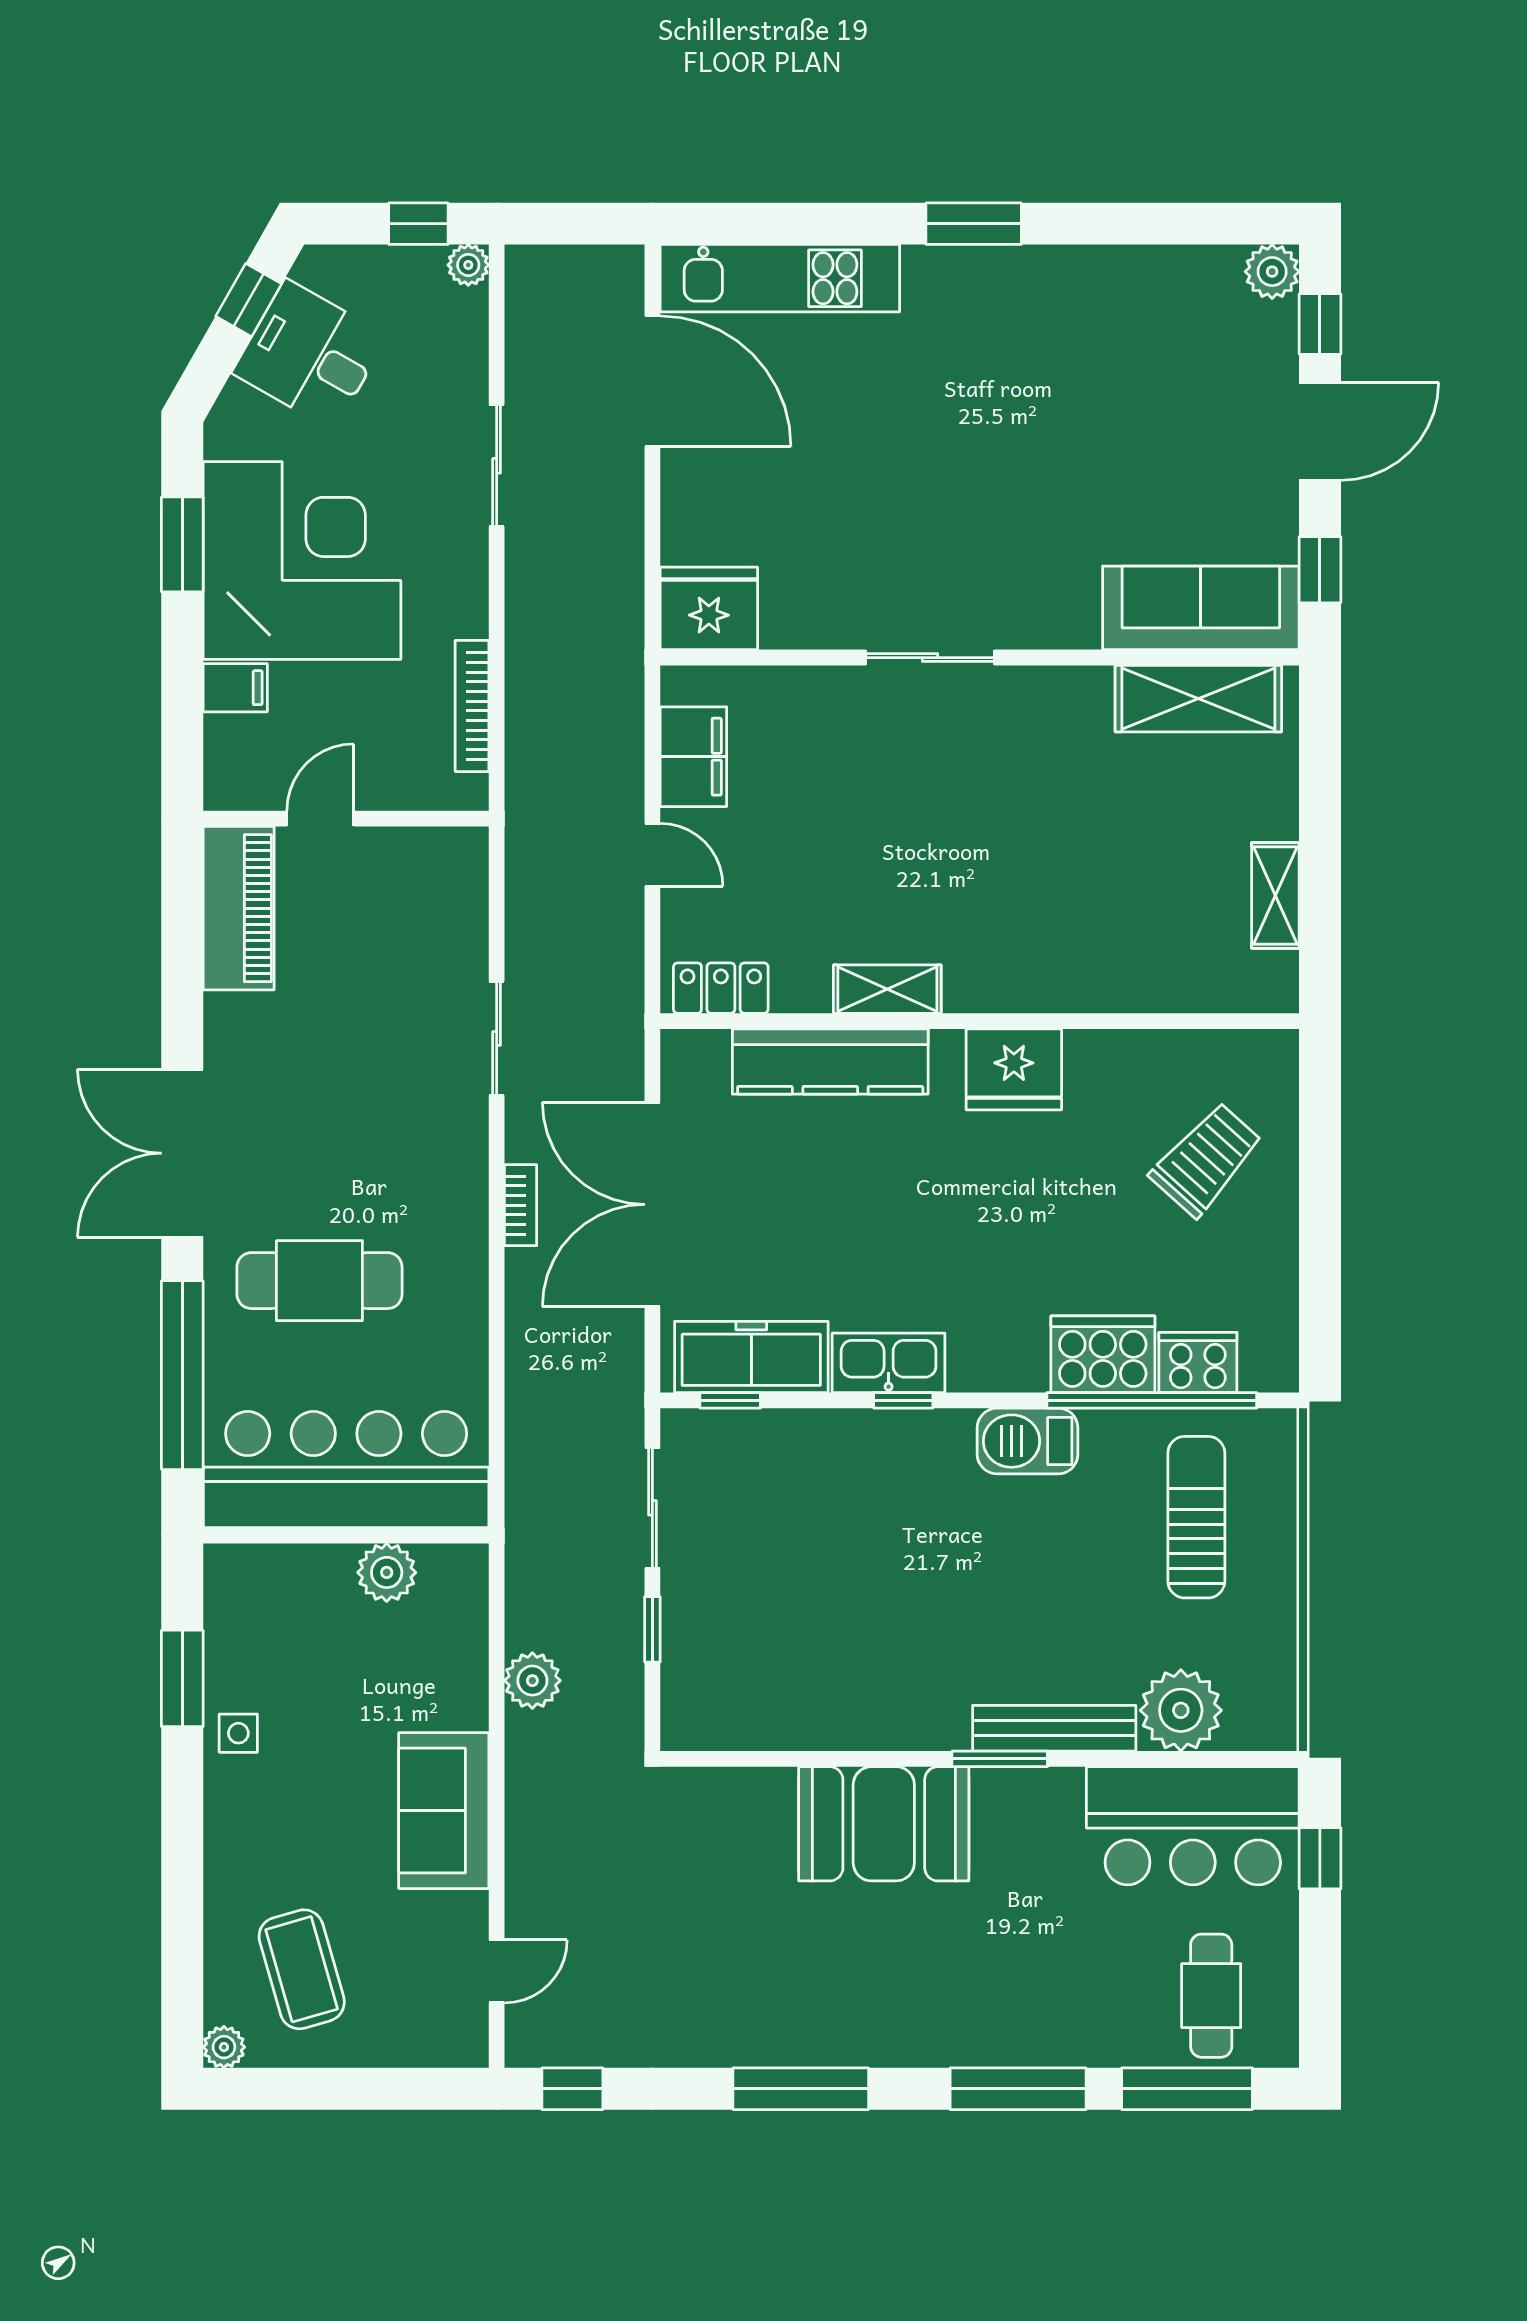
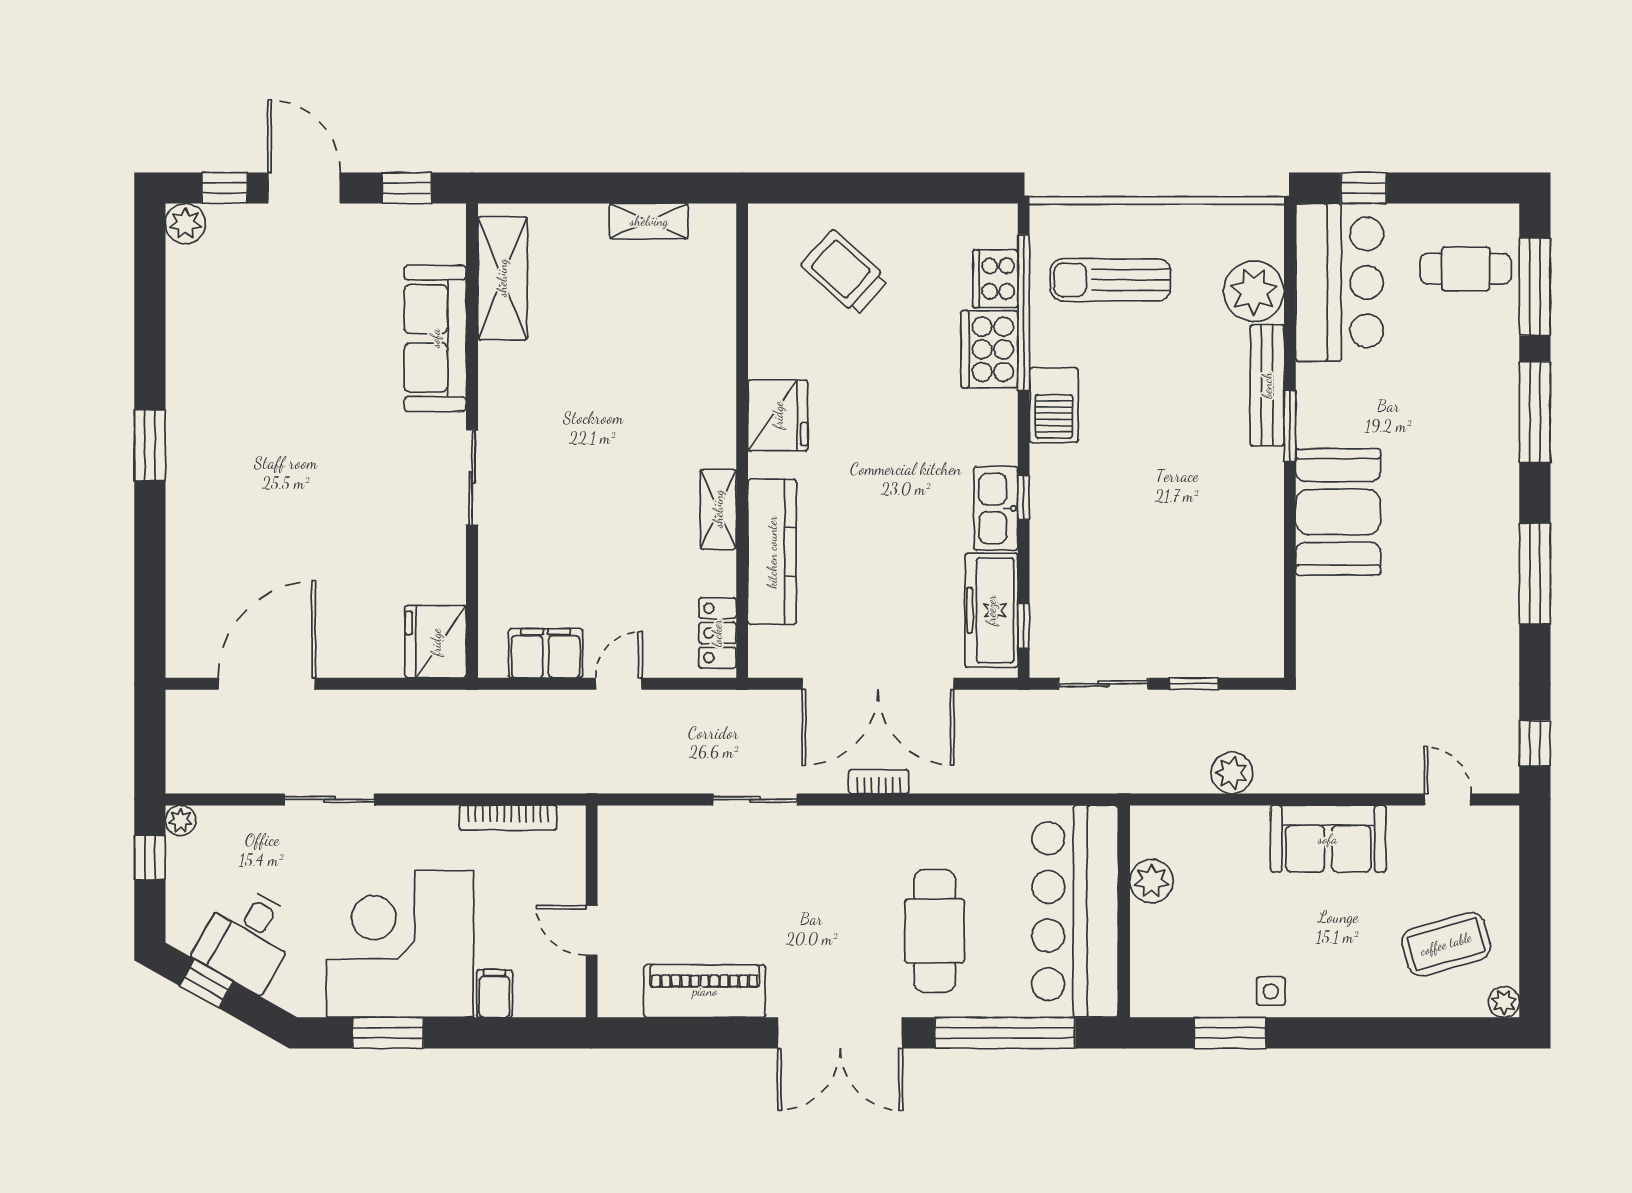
kitchen unit: (780, 278) -> (190, 589), removed
sofa: (1201, 608) -> (435, 338), moved
piano: (239, 908) -> (705, 991), moved

